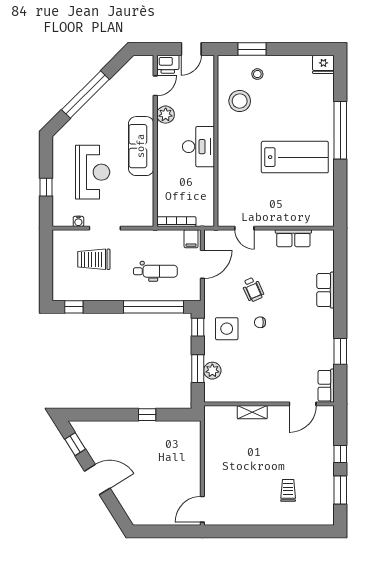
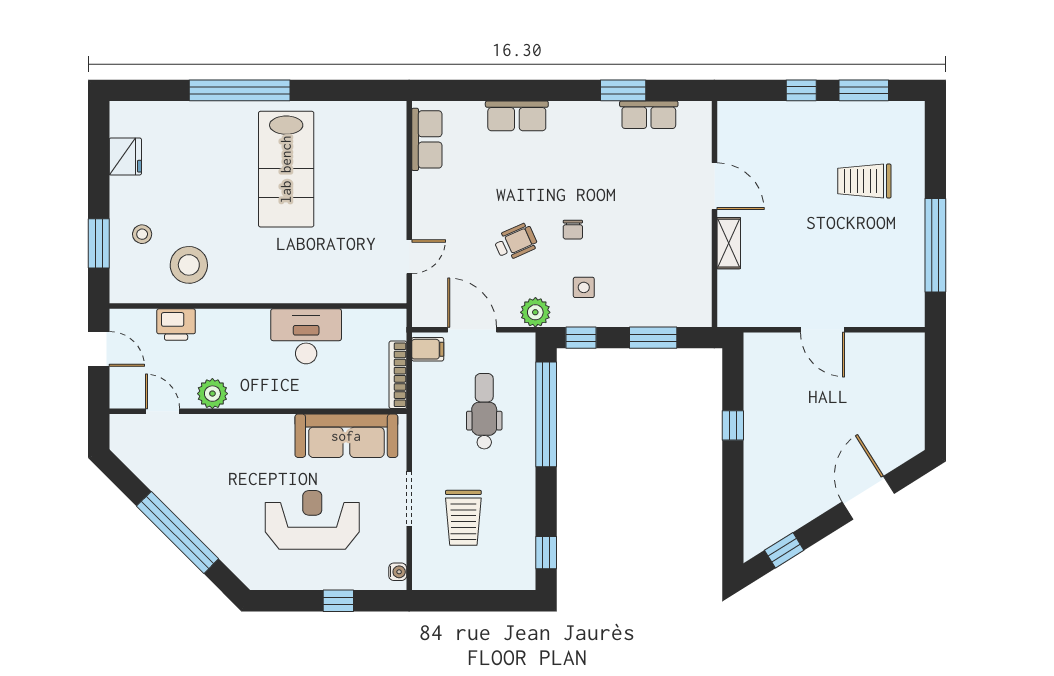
printer: (168, 64) -> (176, 324), moved, turned 90
fridge: (323, 64) -> (125, 156), moved
sofa: (141, 146) -> (346, 436), moved
desk: (198, 147) -> (306, 336), moved
lab bench: (295, 157) -> (286, 169), turned 180
water cooler: (78, 221) -> (398, 572), moved
row of seats: (293, 238) -> (427, 139), moved
side table: (227, 329) -> (584, 287), width x0.54, depth x0.54
plant: (212, 371) -> (535, 312), moved
row of seats: (326, 386) -> (649, 115), moved
door: (303, 404) -> (714, 186), moved
door: (97, 480) -> (868, 498), moved
trolley: (288, 490) -> (864, 181), width x1.36, depth x1.39
door: (202, 509) -> (823, 330), moved
window: (251, 531) -> (935, 245), added

